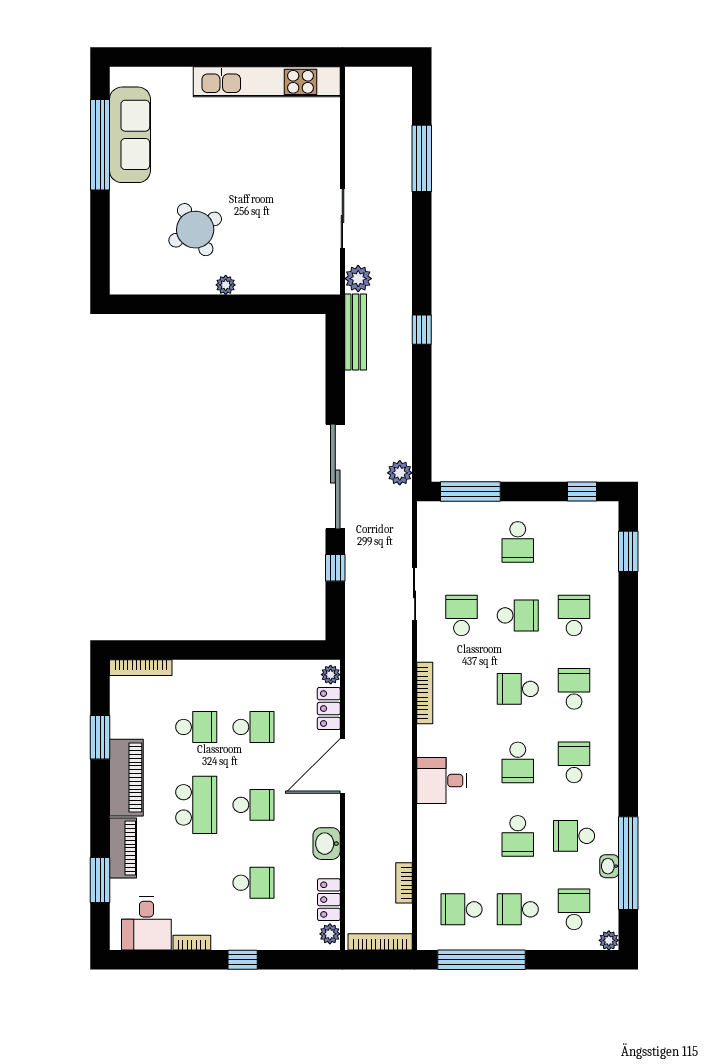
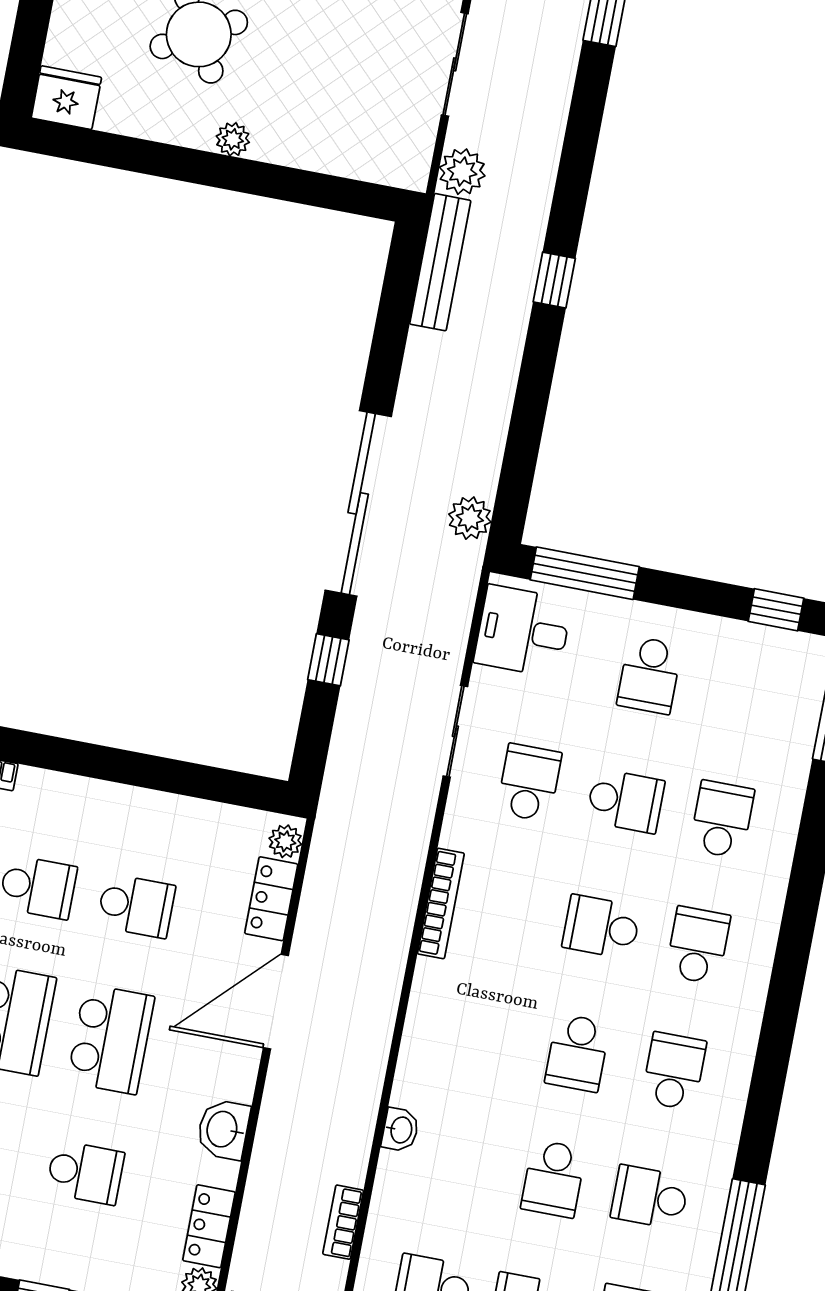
fridge: (127, 279) -> (66, 98), added
desk: (442, 781) -> (523, 631), moved
school desk: (254, 805) -> (111, 1039), width x1.85
washbasin: (609, 866) -> (400, 1130), moved, turned 180

